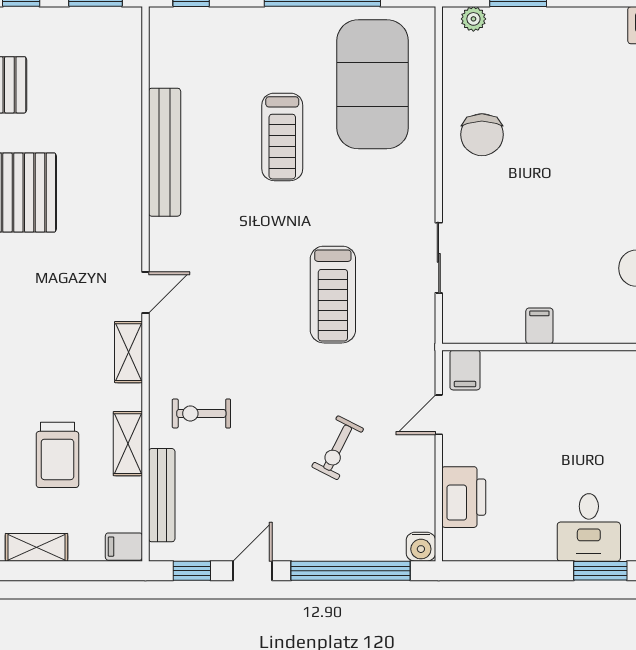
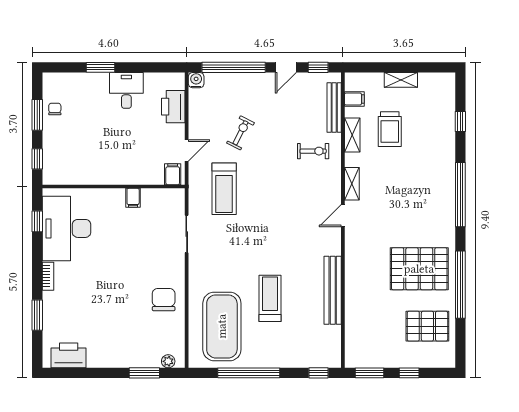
treadmill: (333, 295) -> (224, 189), moved, turned 180
trolley: (57, 455) -> (390, 129), turned 180
desk: (589, 527) -> (126, 90), moved
filing cabinet: (124, 547) -> (354, 99), moved

